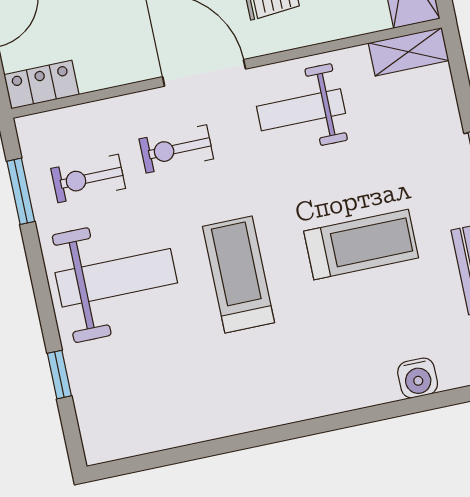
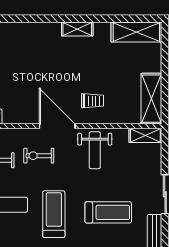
weight bench: (301, 110) -> (95, 150), turned -90

